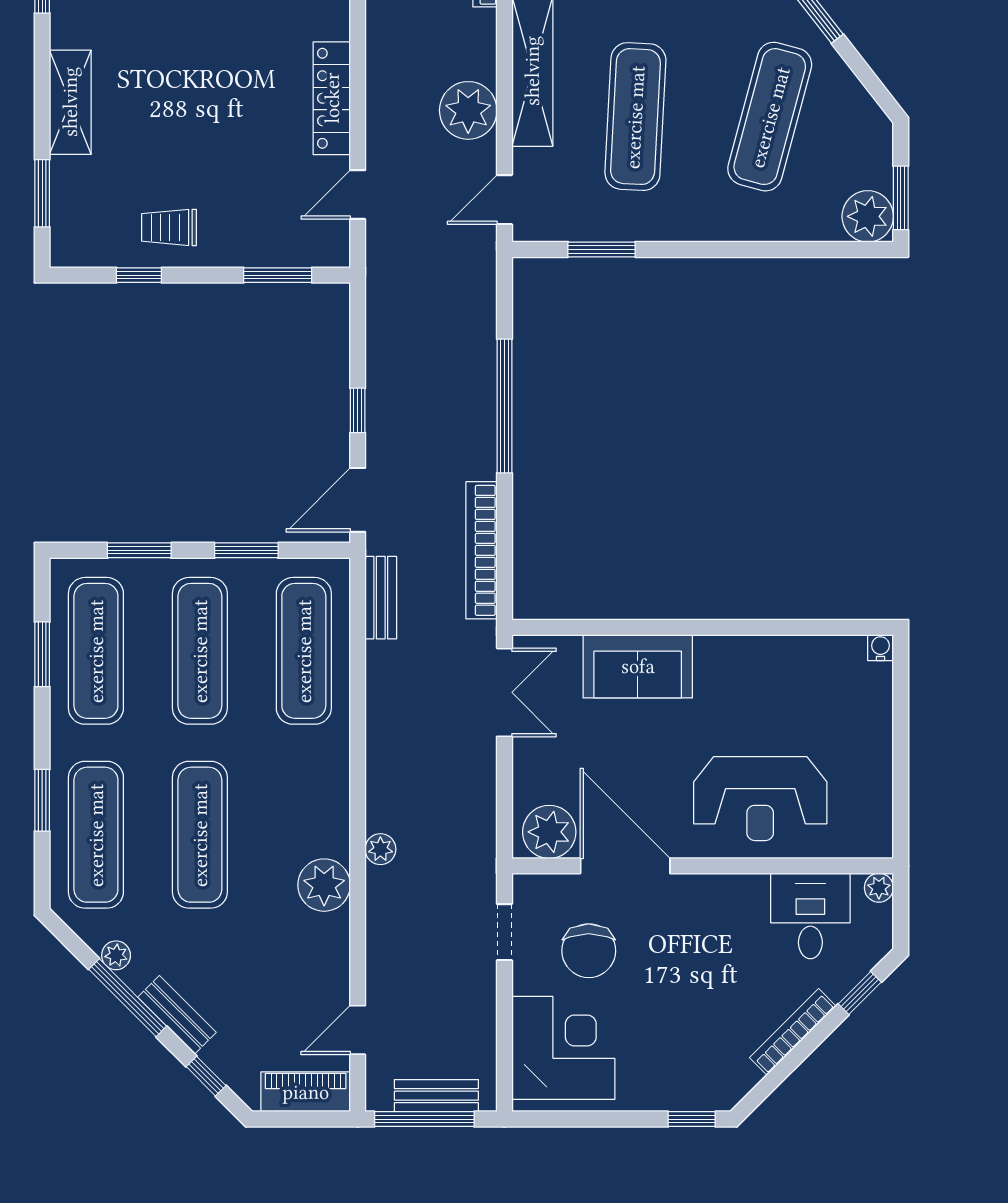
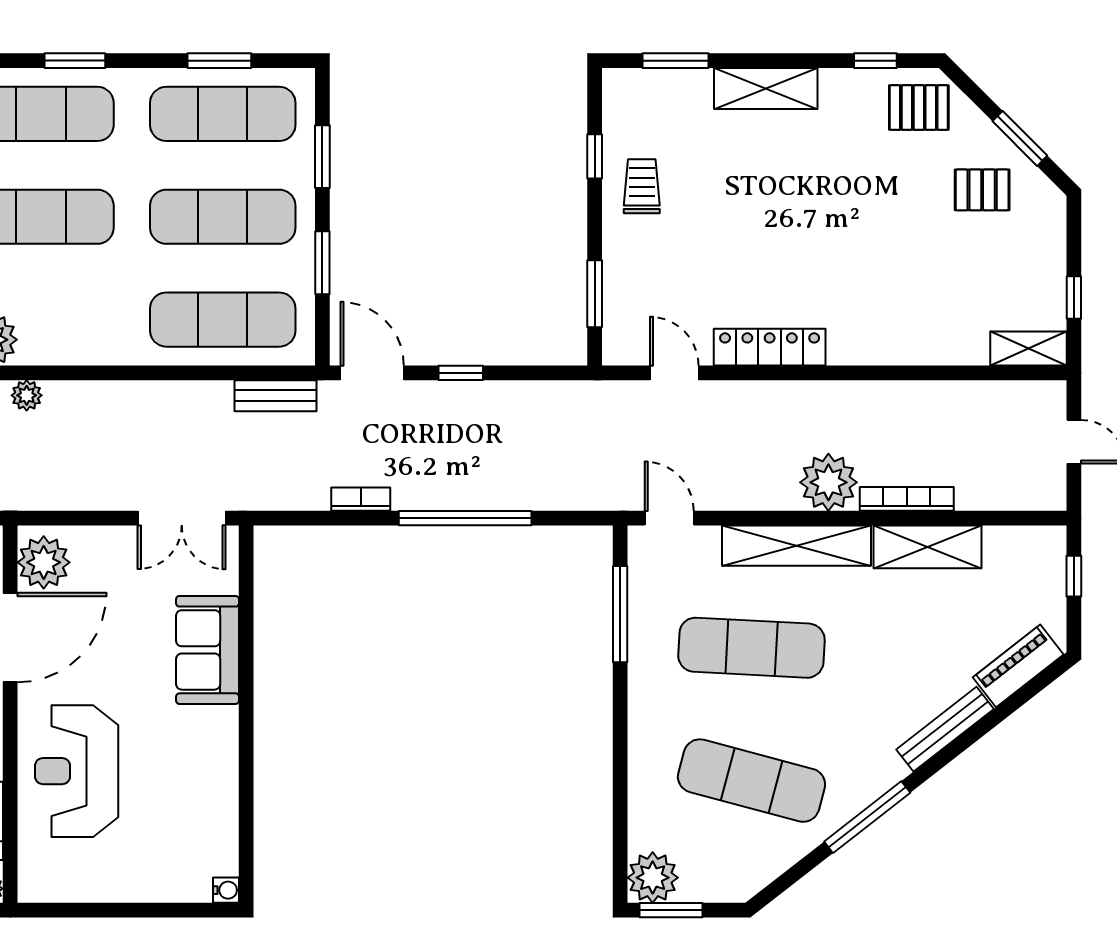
plant: (468, 110) -> (828, 482), moved
window: (602, 249) -> (620, 614), width x1.44
bookcase: (482, 550) -> (361, 499), width x0.43, depth x0.76

